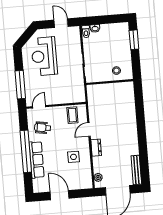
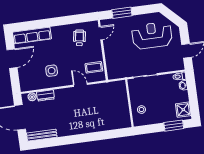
shower: (119, 30) -> (183, 110), added
window: (20, 85) -> (122, 13), width x0.69
door: (39, 107) -> (101, 33), hinge flipped
dresser: (96, 148) -> (46, 95), moved
window: (26, 151) -> (54, 22), removed
row of seats: (37, 160) -> (32, 35), moved

